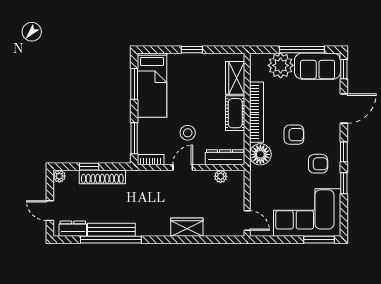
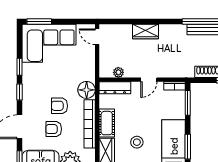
stool: (188, 133) -> (137, 142), moved
armchair: (318, 164) -> (54, 129), moved

